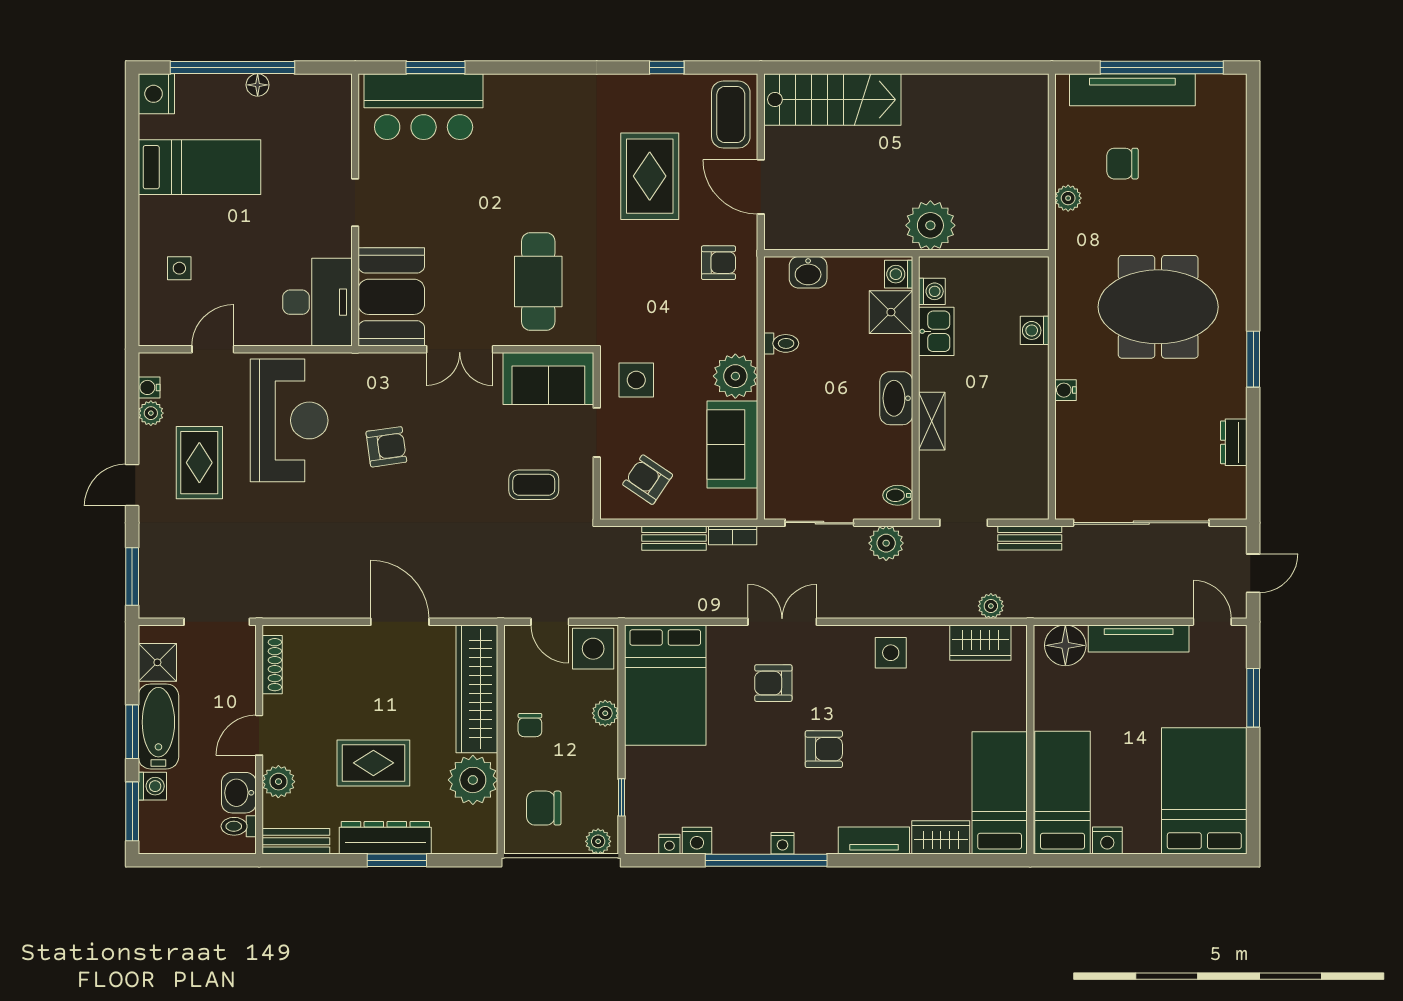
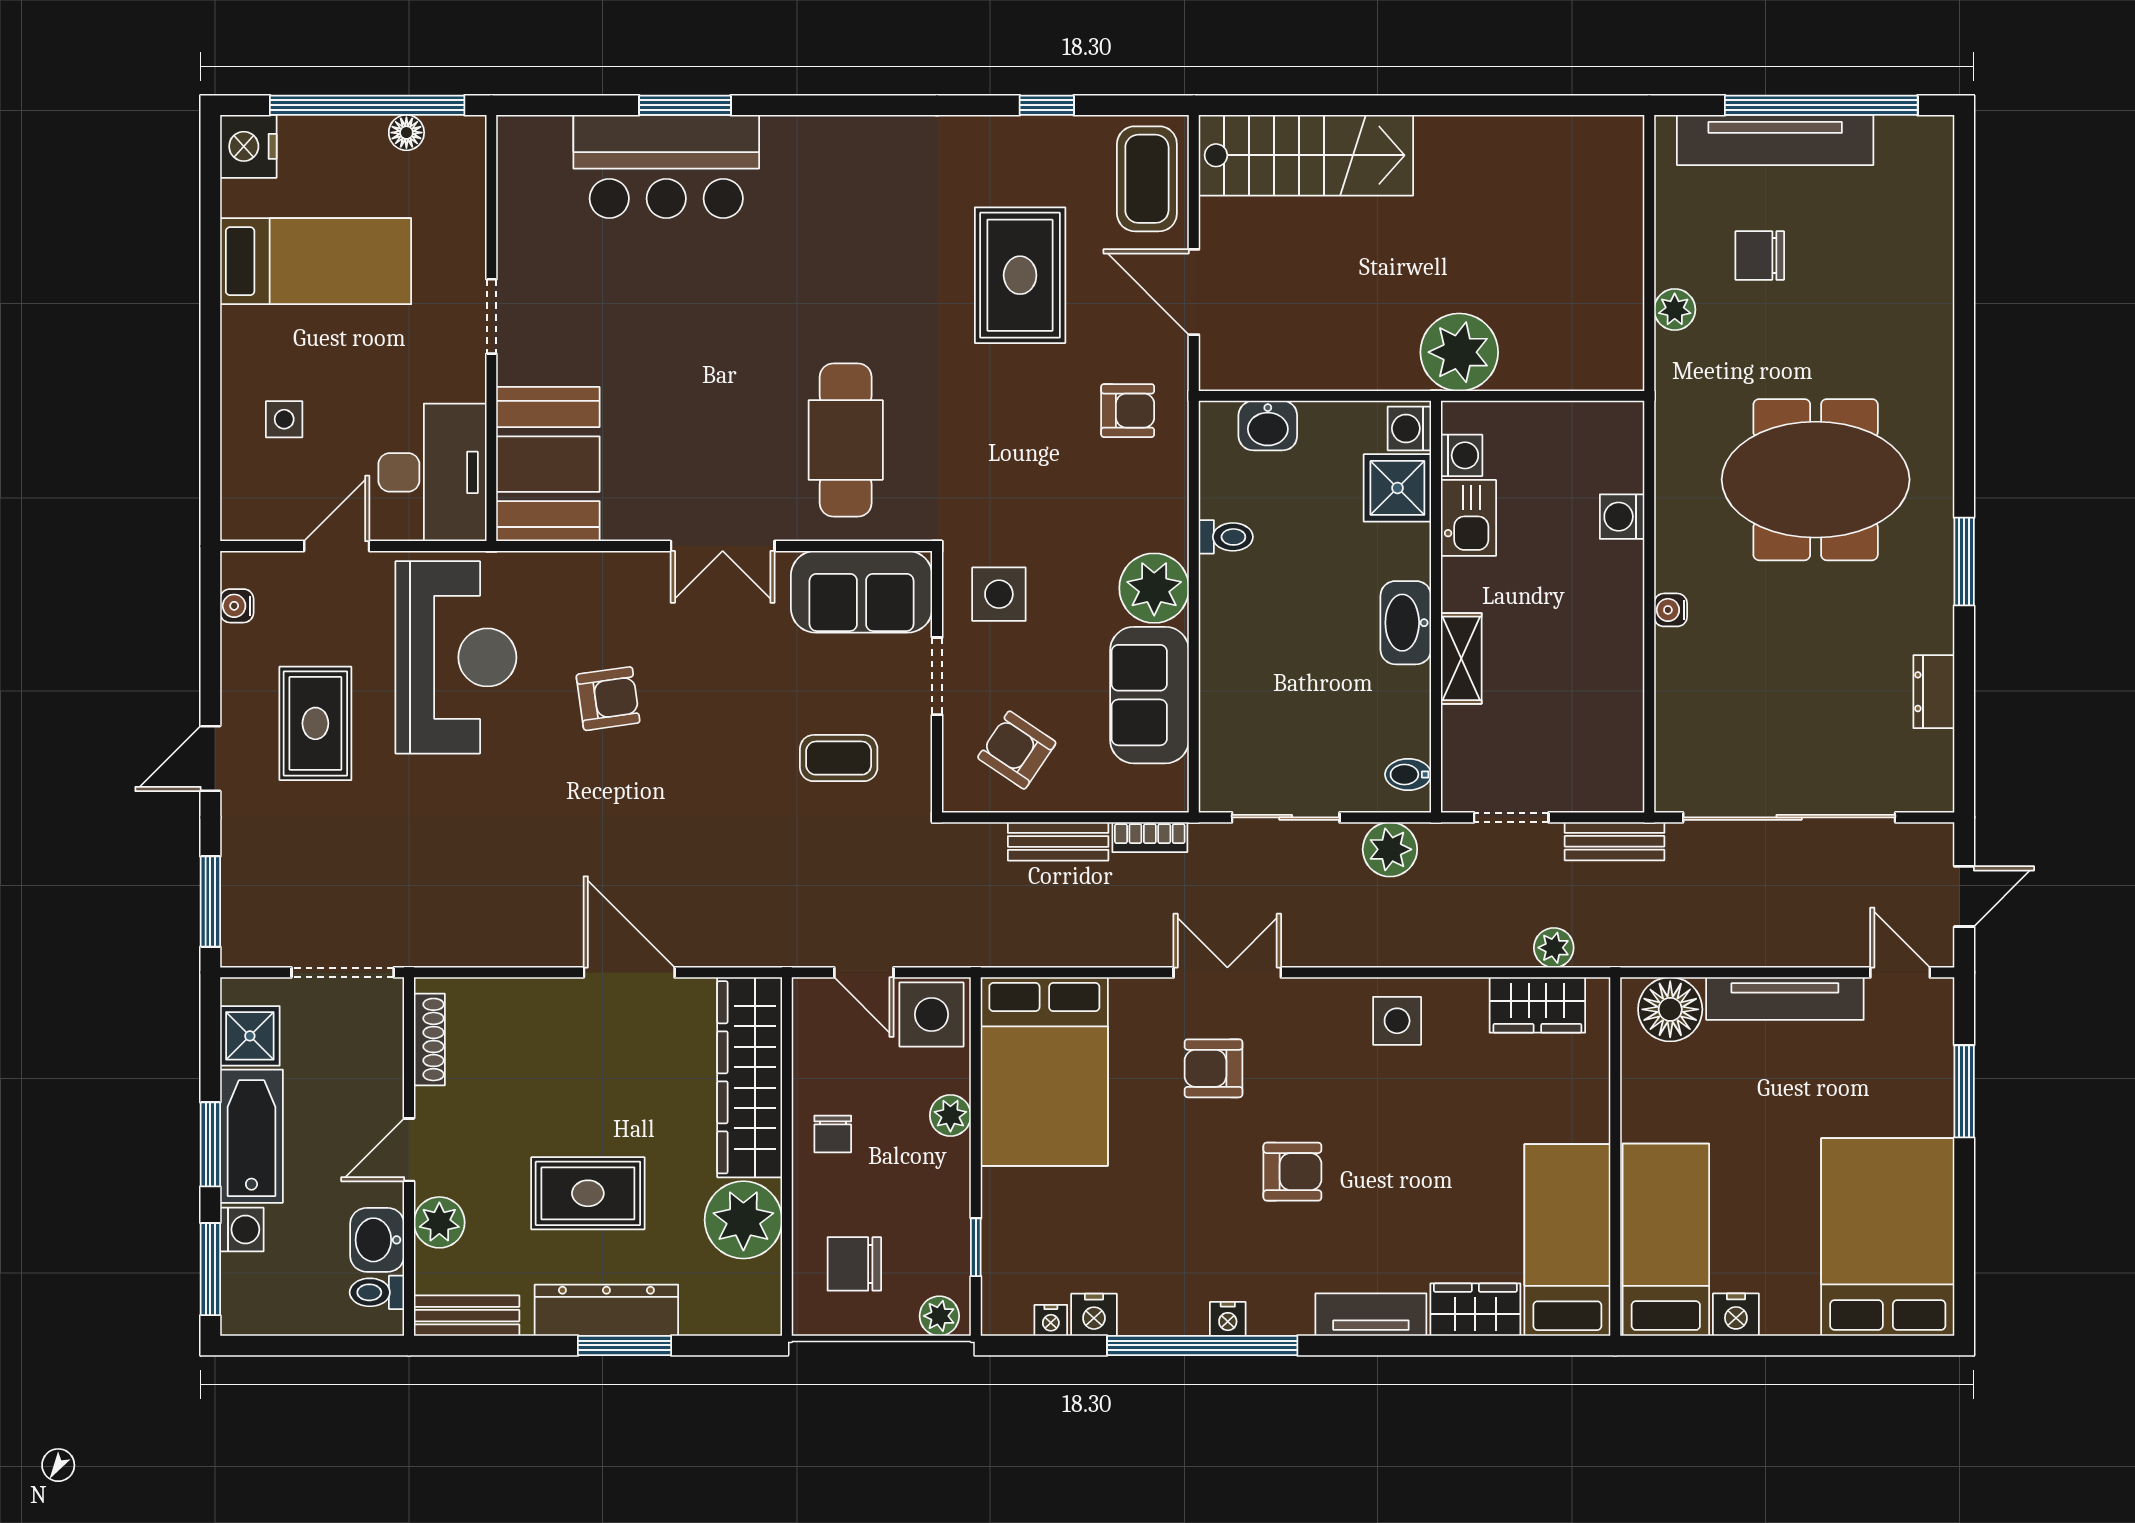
doorway: (355, 202) -> (491, 316), moved
wall: (355, 210) -> (491, 328), moved
booth: (391, 297) -> (548, 464), moved
desk: (317, 302) -> (432, 472), moved
plant: (151, 413) -> (240, 646), removed

